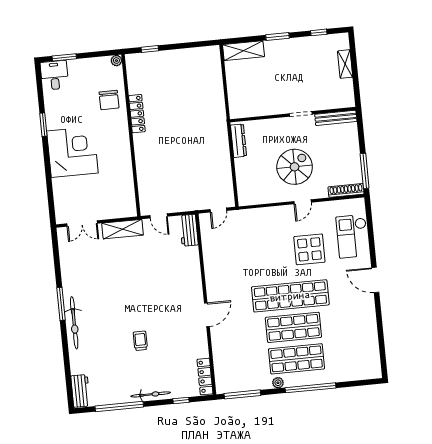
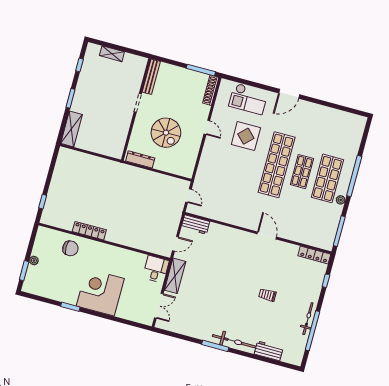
plant: (116, 61) -> (34, 261), moved
desk: (54, 75) -> (156, 269), moved, turned 90
spiral stairs: (295, 167) -> (166, 133), moved, turned 180
shop shelf: (293, 327) -> (302, 172), width x0.70, depth x0.74
workbench: (80, 391) -> (269, 351), moved
bicycle: (151, 394) -> (308, 319), moved

